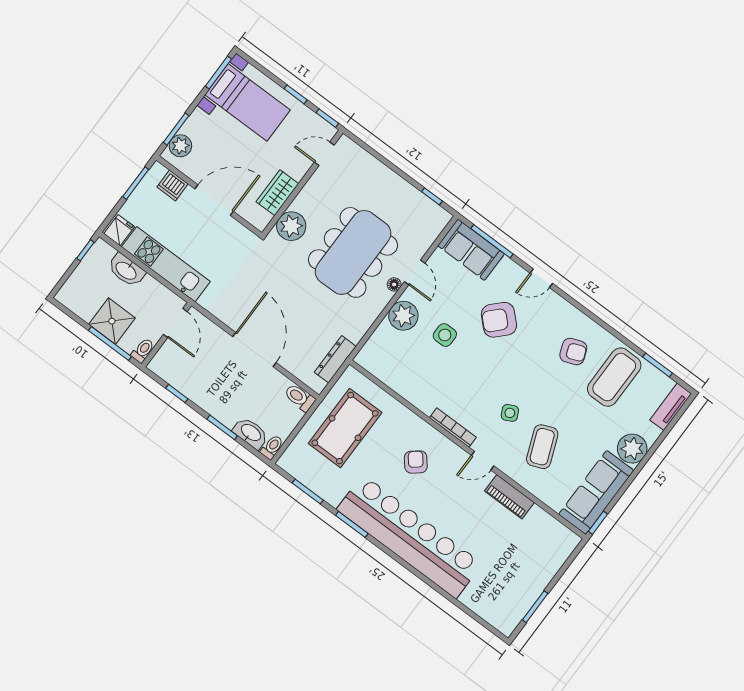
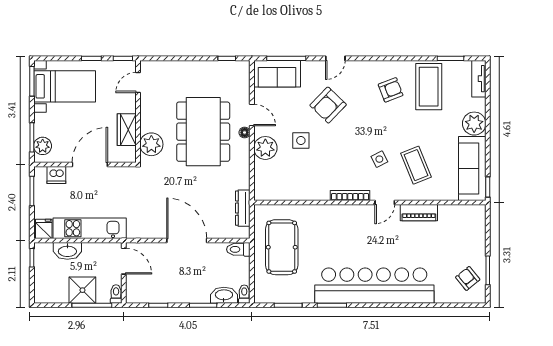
armchair: (416, 462) -> (468, 278), moved

